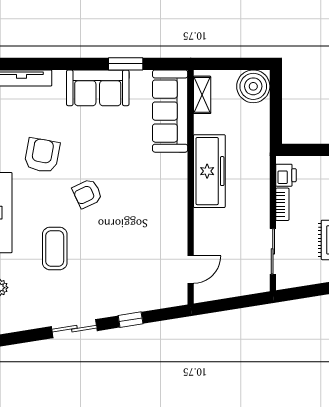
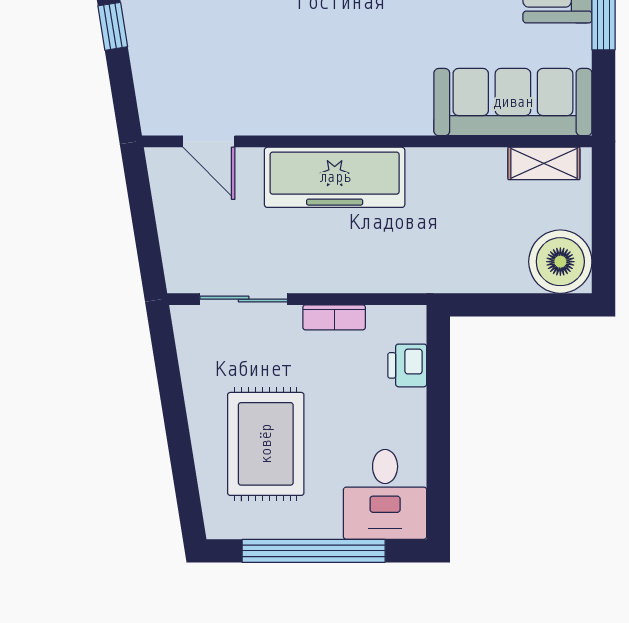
freezer: (209, 171) -> (335, 177), moved
printer: (286, 175) -> (407, 365), moved, turned 90

